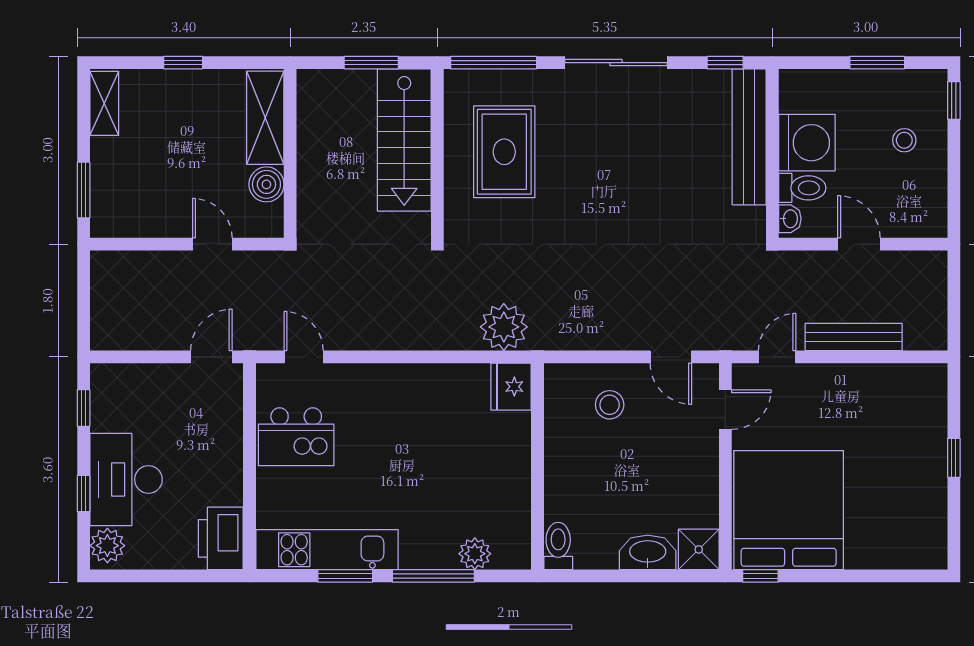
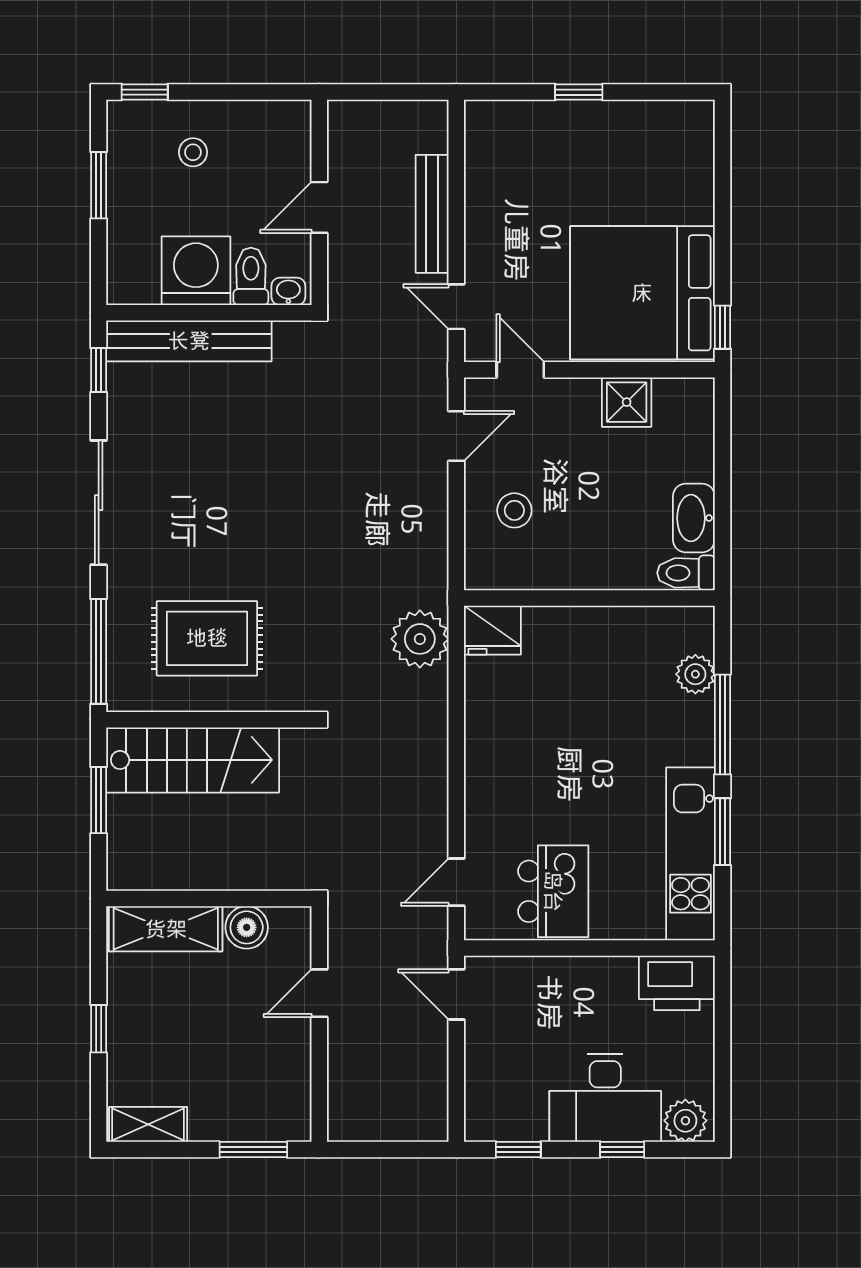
shower: (699, 549) -> (627, 402), moved
washbasin: (648, 552) -> (694, 518), moved

